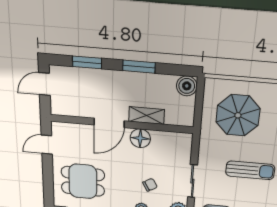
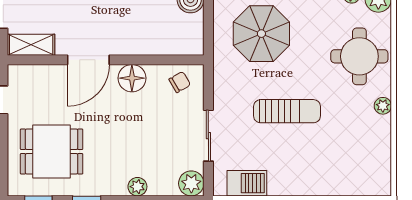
shelving: (147, 116) -> (31, 45), moved
chair: (150, 185) -> (180, 82), moved

